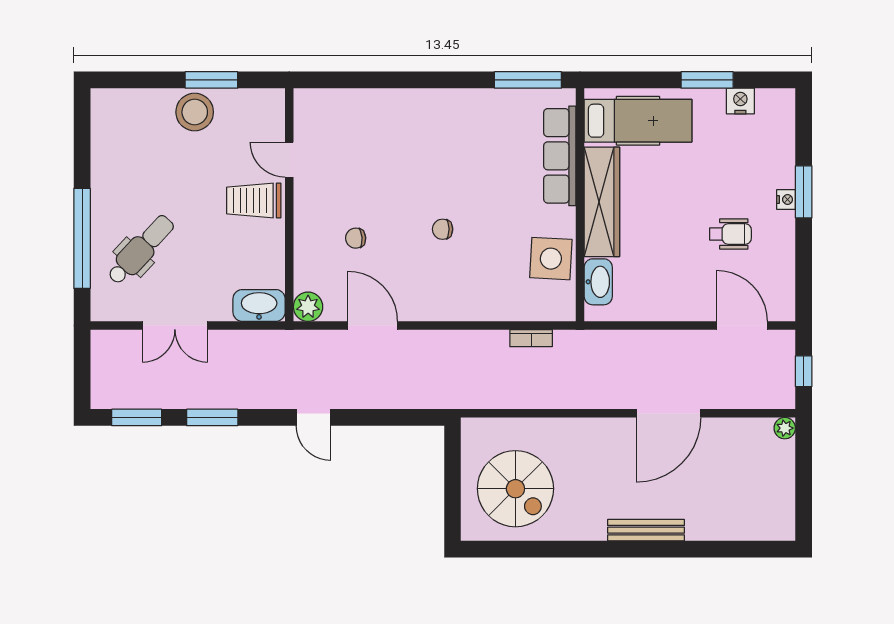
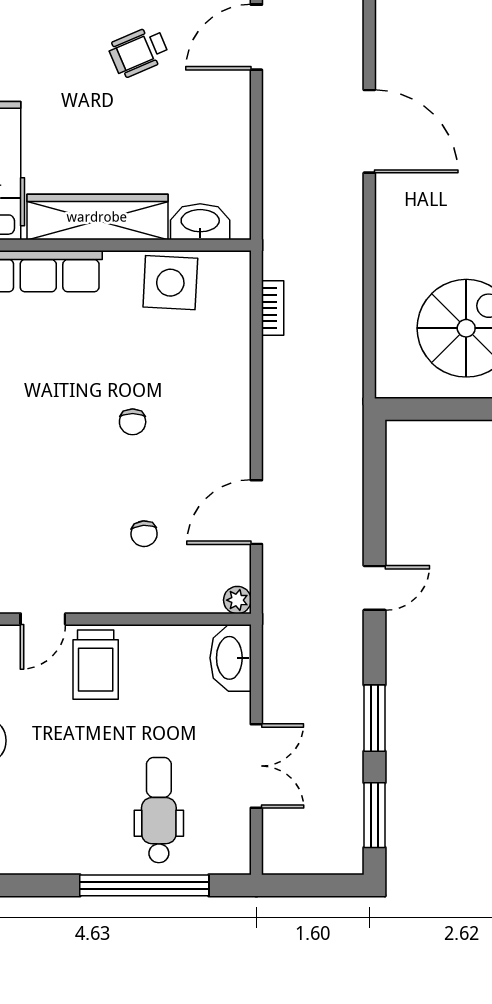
wheelchair: (730, 234) -> (139, 52), turned -113
dental chair: (141, 250) -> (159, 810), turned 47
plant: (308, 307) -> (237, 600), width x0.73, depth x0.73

